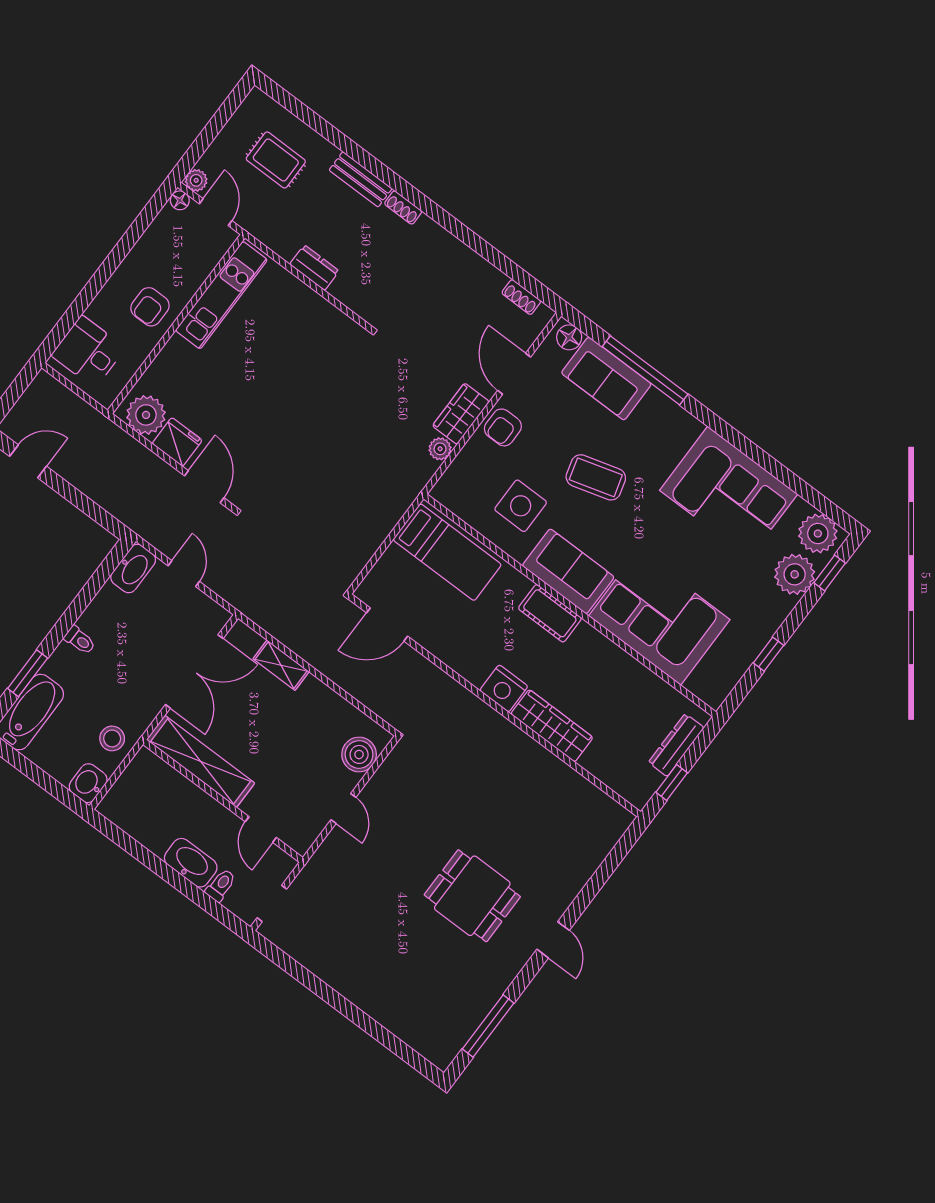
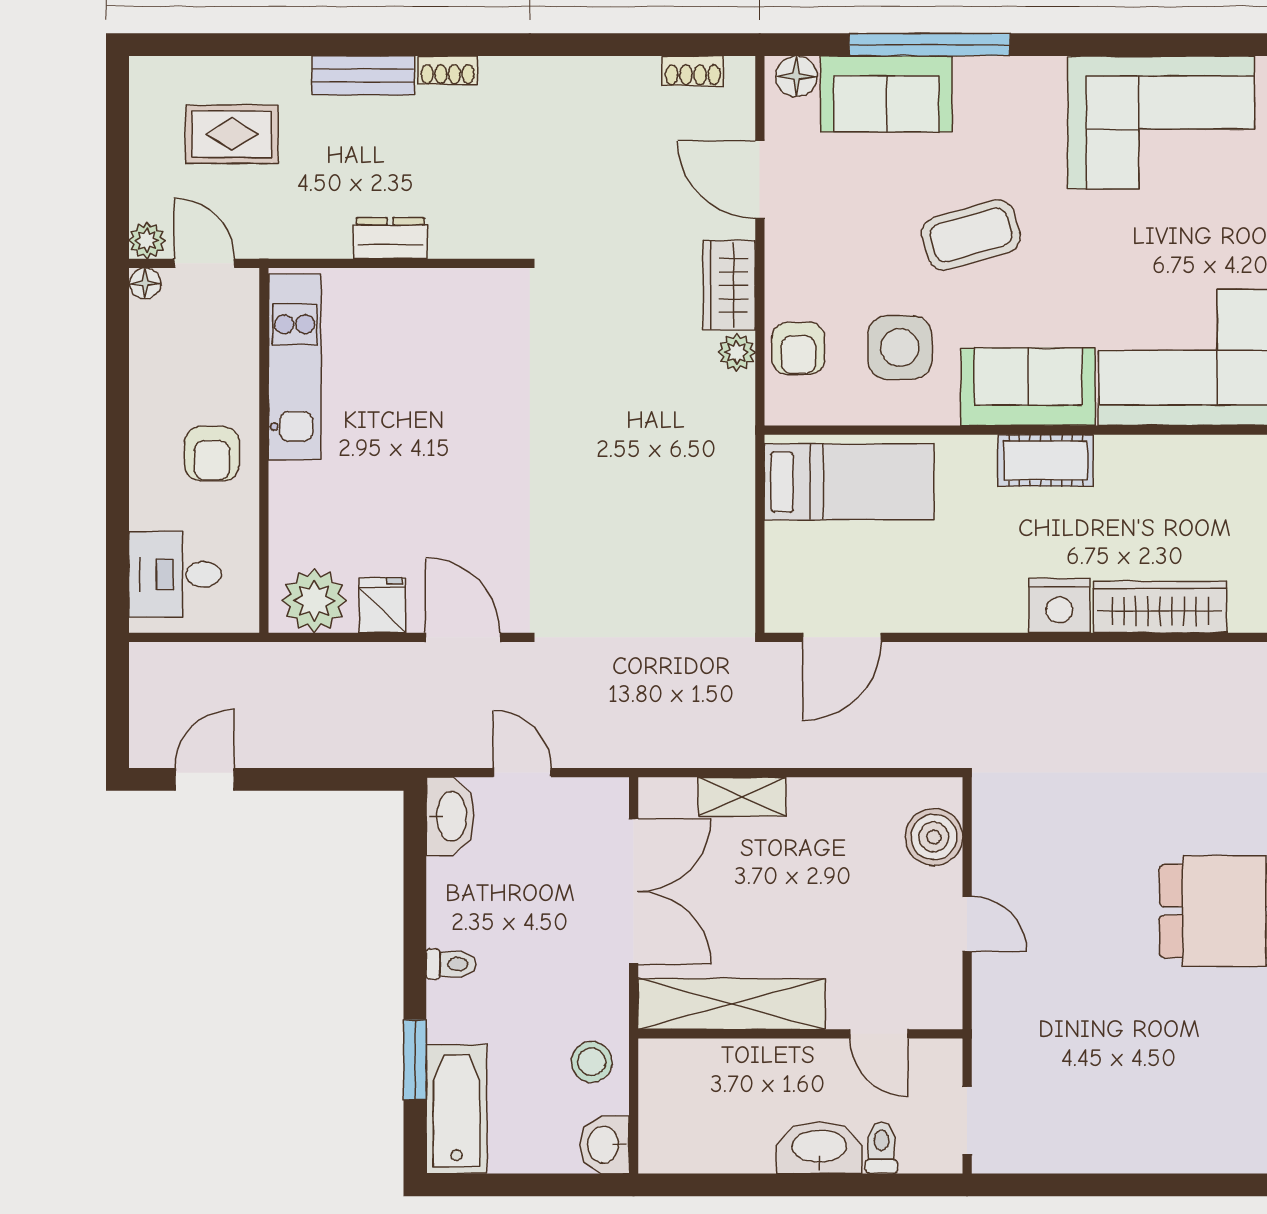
armchair: (503, 427) -> (798, 348), moved
fridge: (177, 442) -> (382, 605), width x0.72

